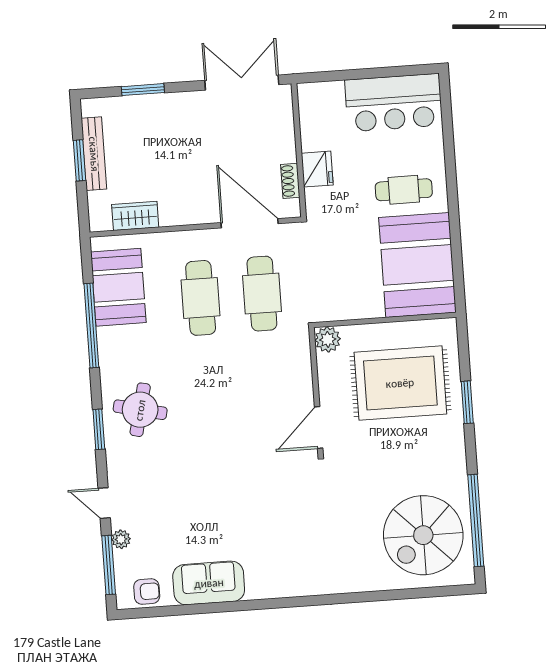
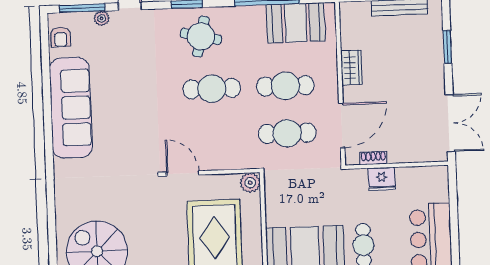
wardrobe: (135, 216) -> (351, 68), moved
cafe table: (207, 393) -> (212, 89), added
sofa: (209, 583) -> (71, 108), width x1.85, depth x1.27

